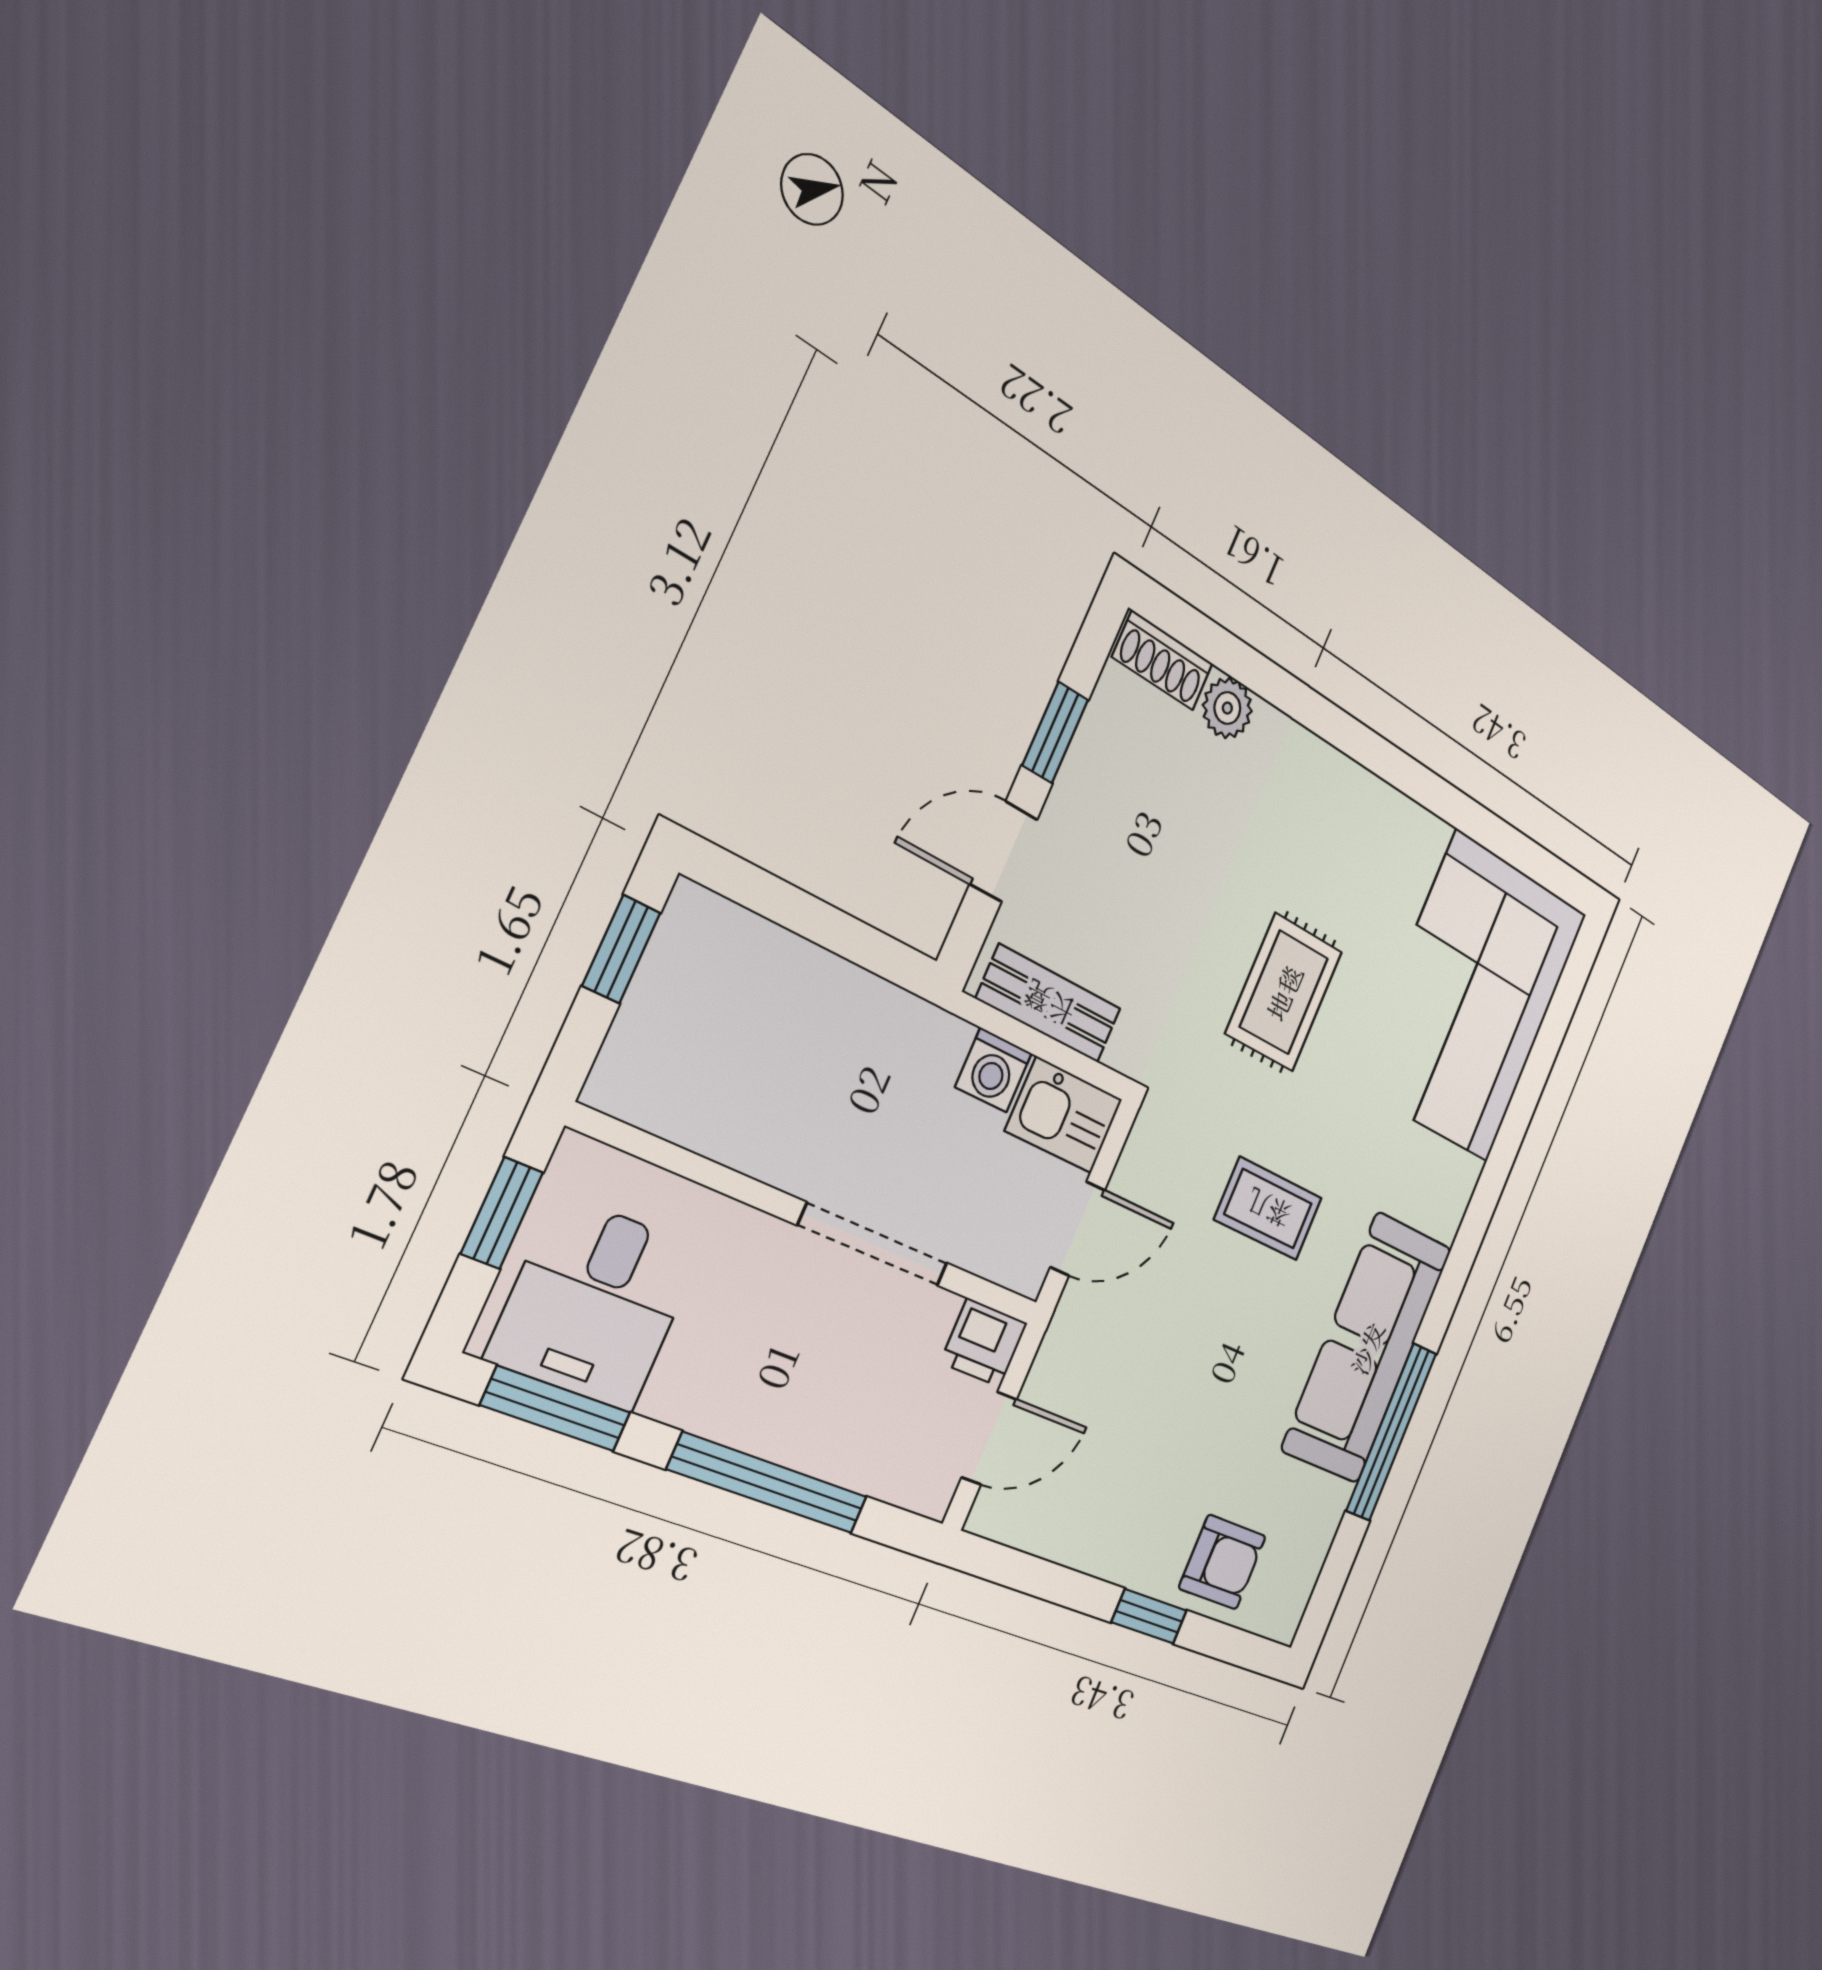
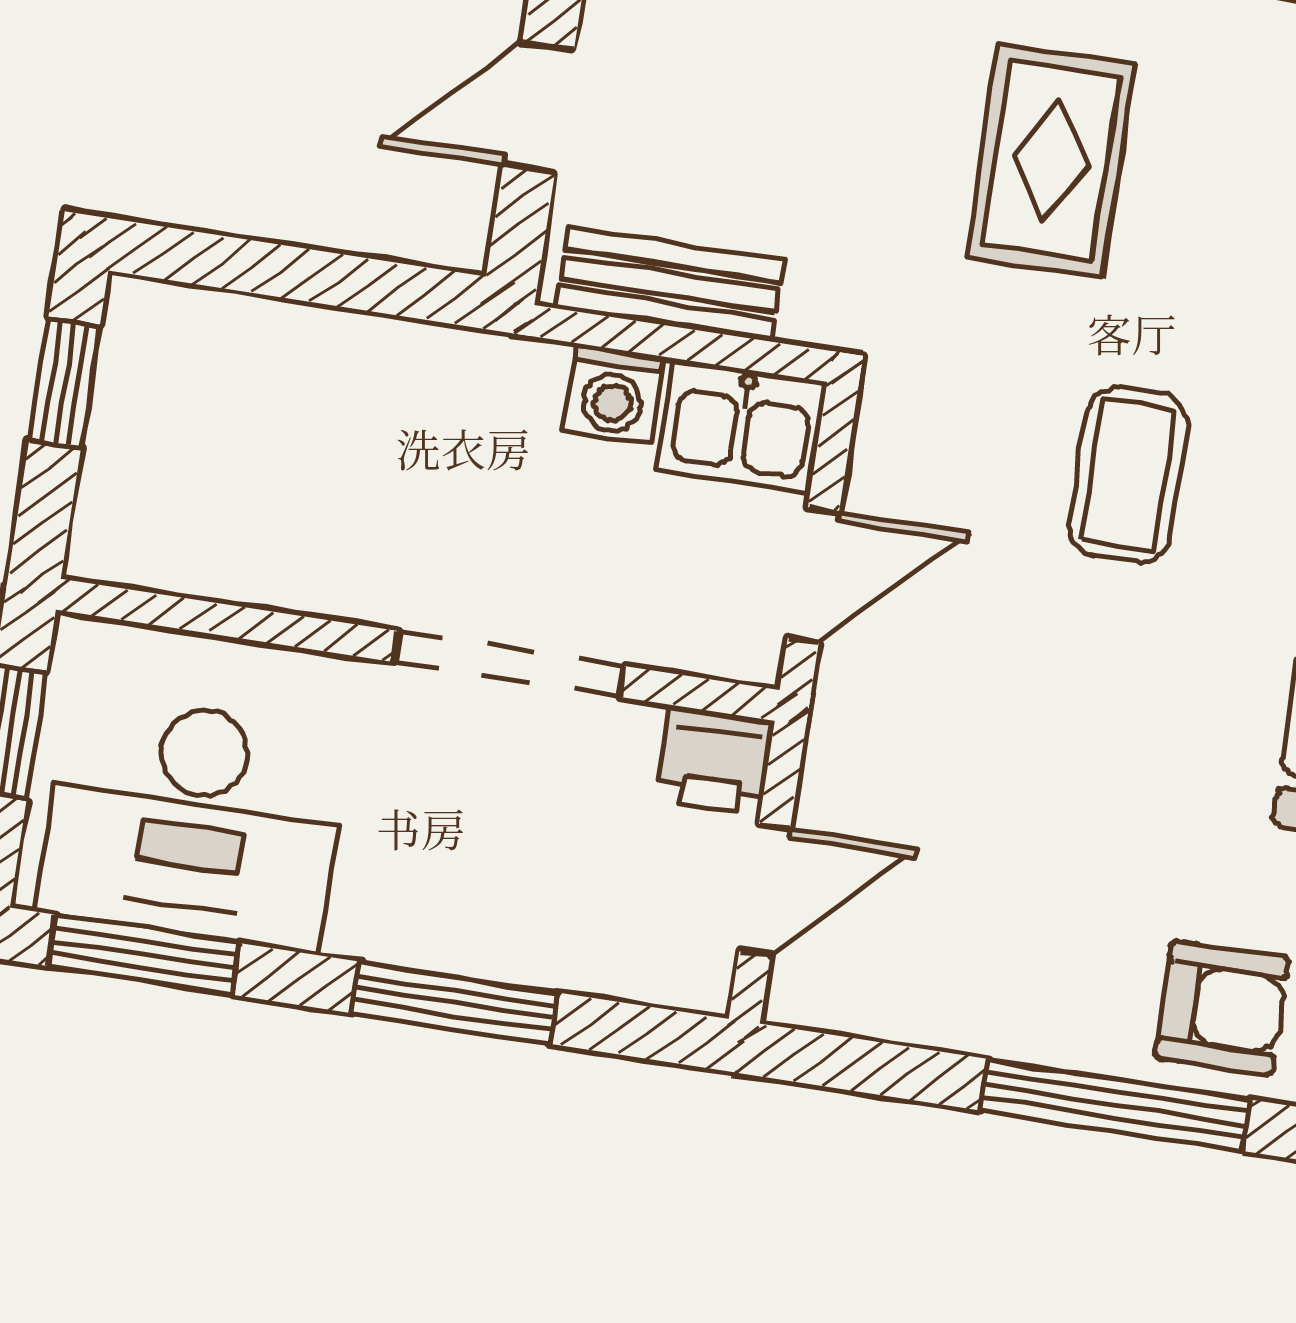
coffee table: (1268, 1209) -> (1129, 475), turned 90
desk: (595, 1303) -> (194, 822), width x1.37
window: (769, 1483) -> (454, 1003), width x0.69
window: (1149, 1616) -> (1116, 1105), width x2.17

